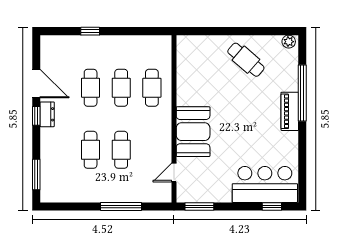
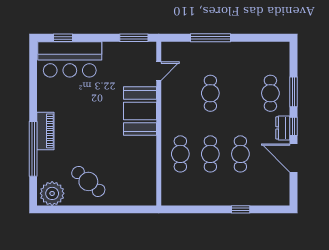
plant: (289, 42) -> (52, 193), width x1.87, depth x1.87
cafe table: (91, 150) -> (270, 93), moved
window: (36, 174) -> (294, 92), moved

